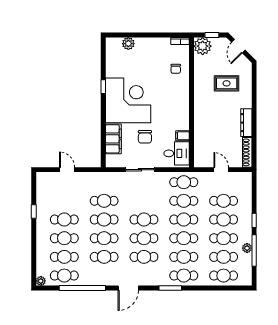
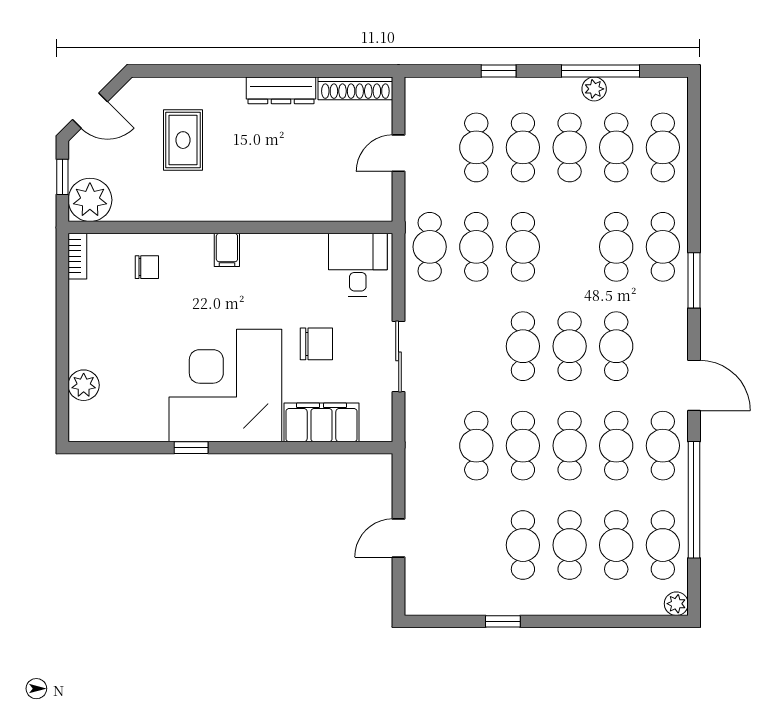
filing cabinet: (182, 136) -> (227, 250), moved
window: (254, 220) -> (499, 71), moved
cafe table: (184, 238) -> (663, 446), moved

